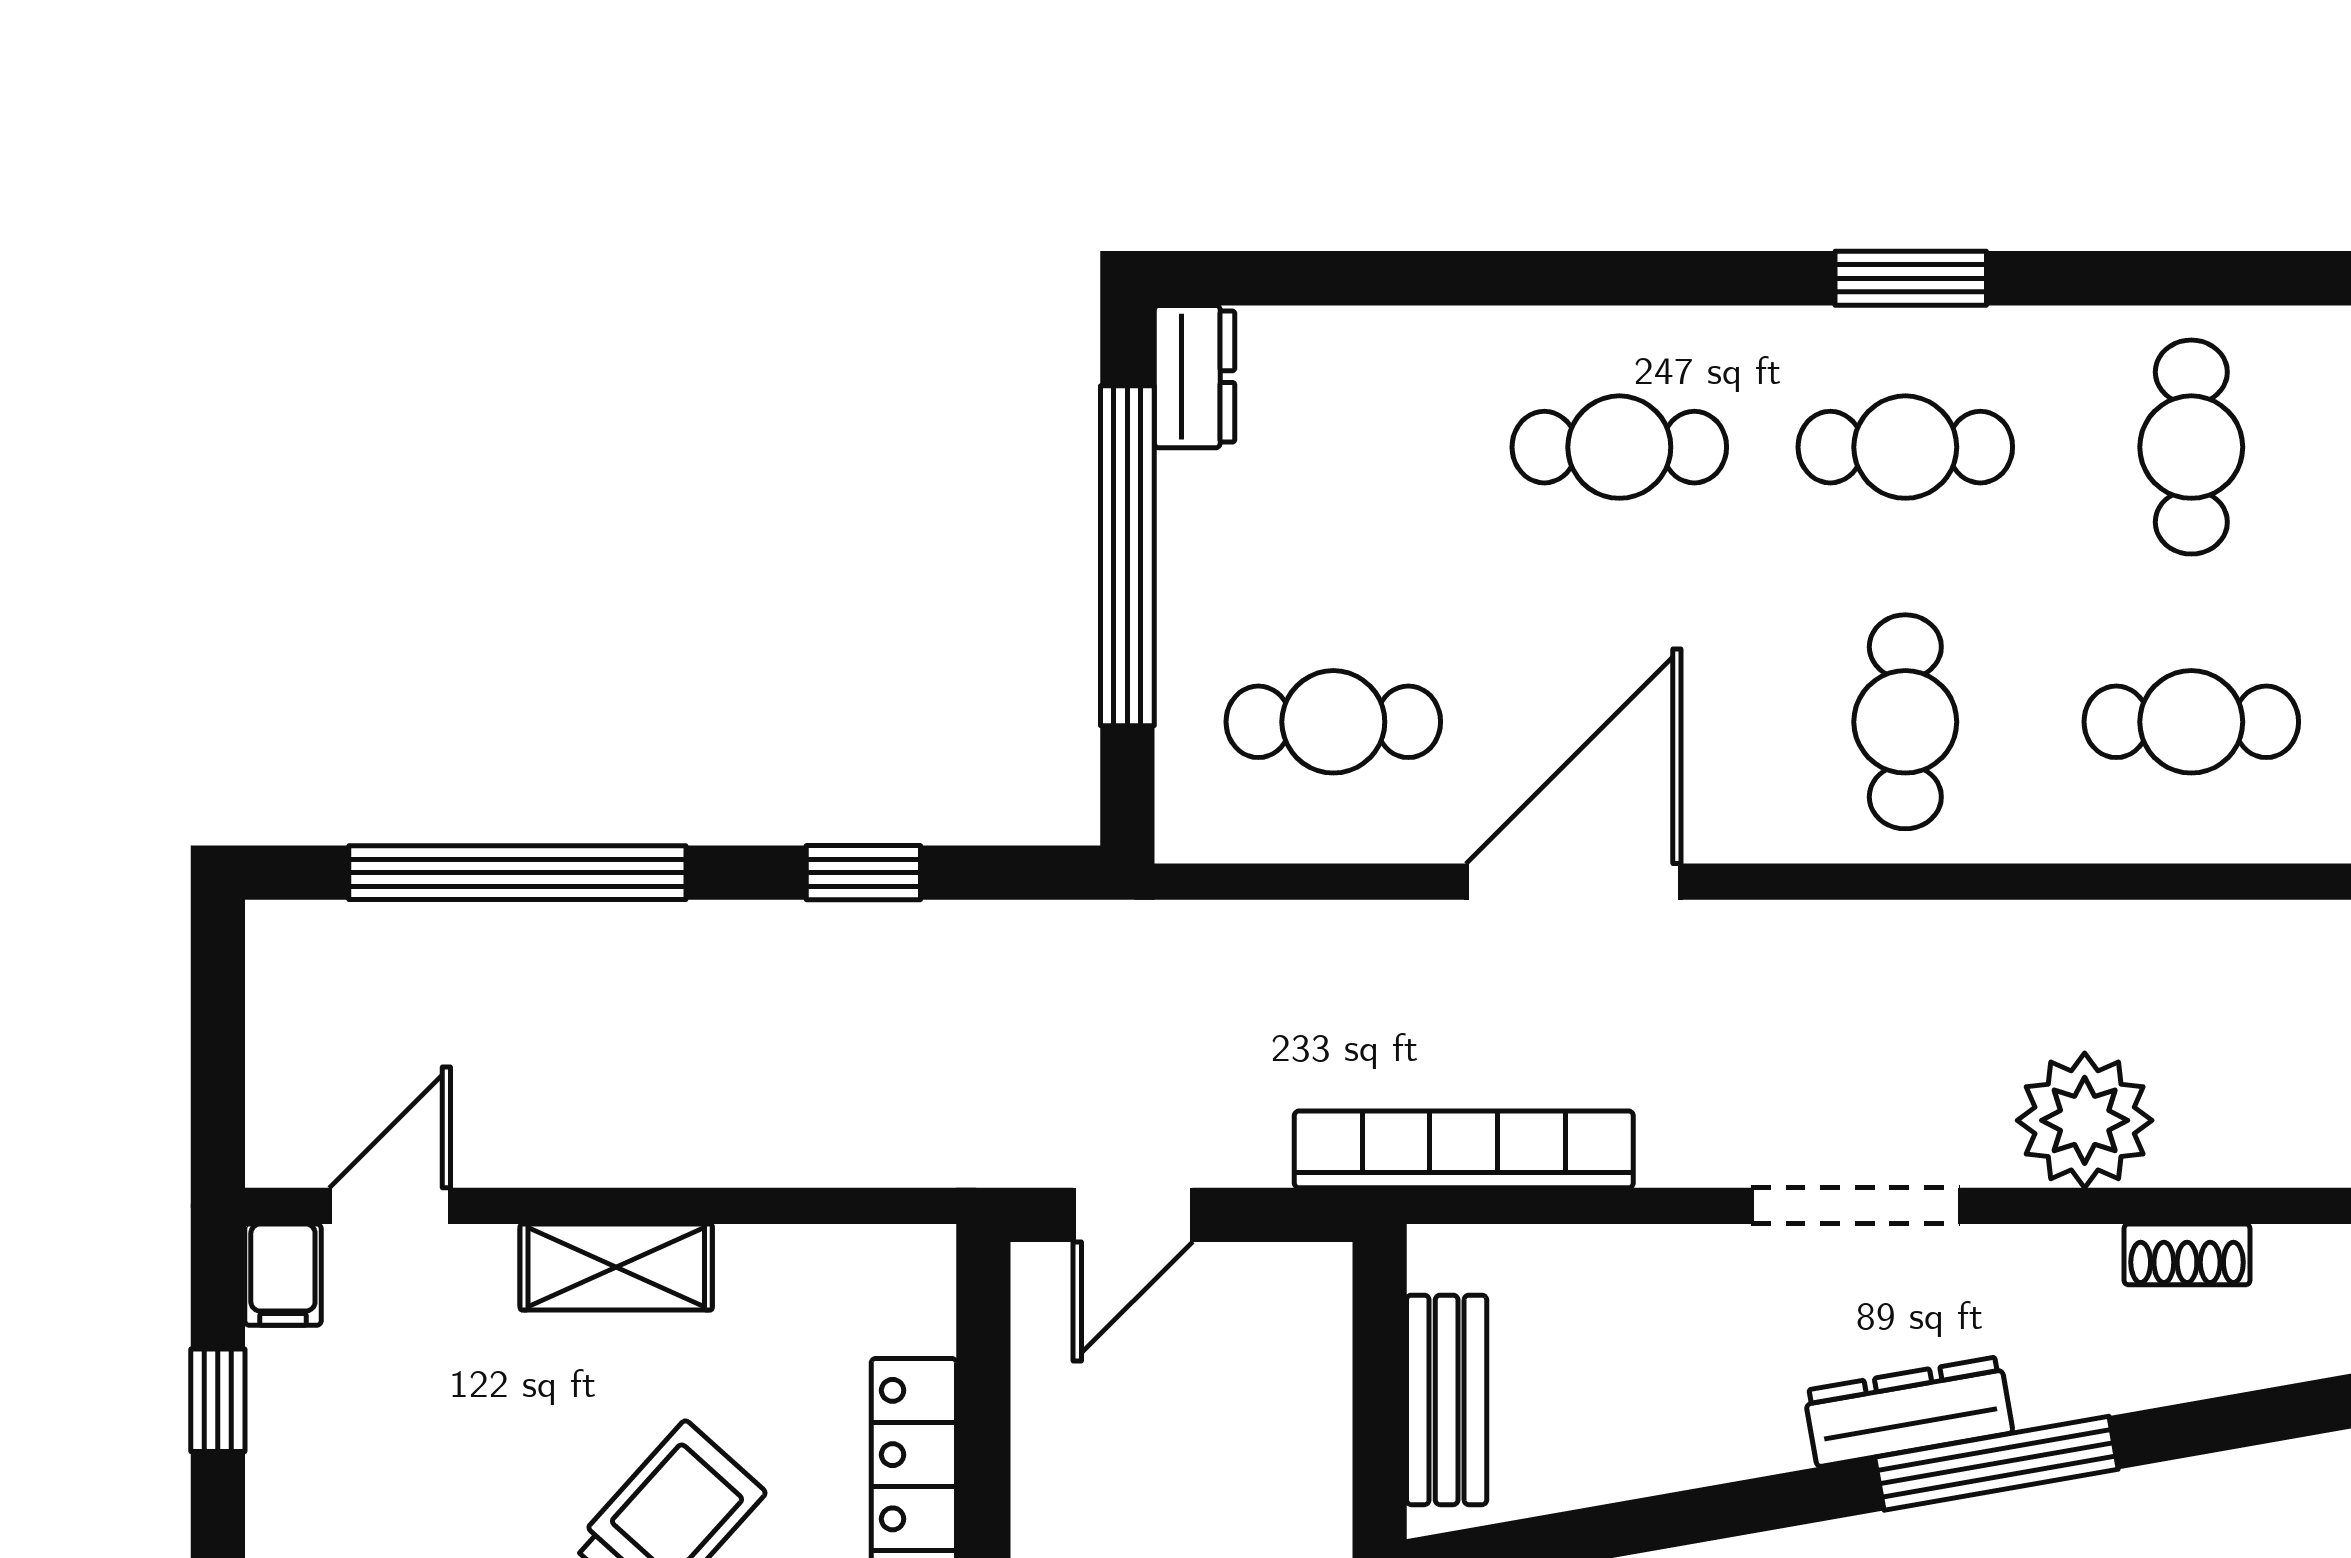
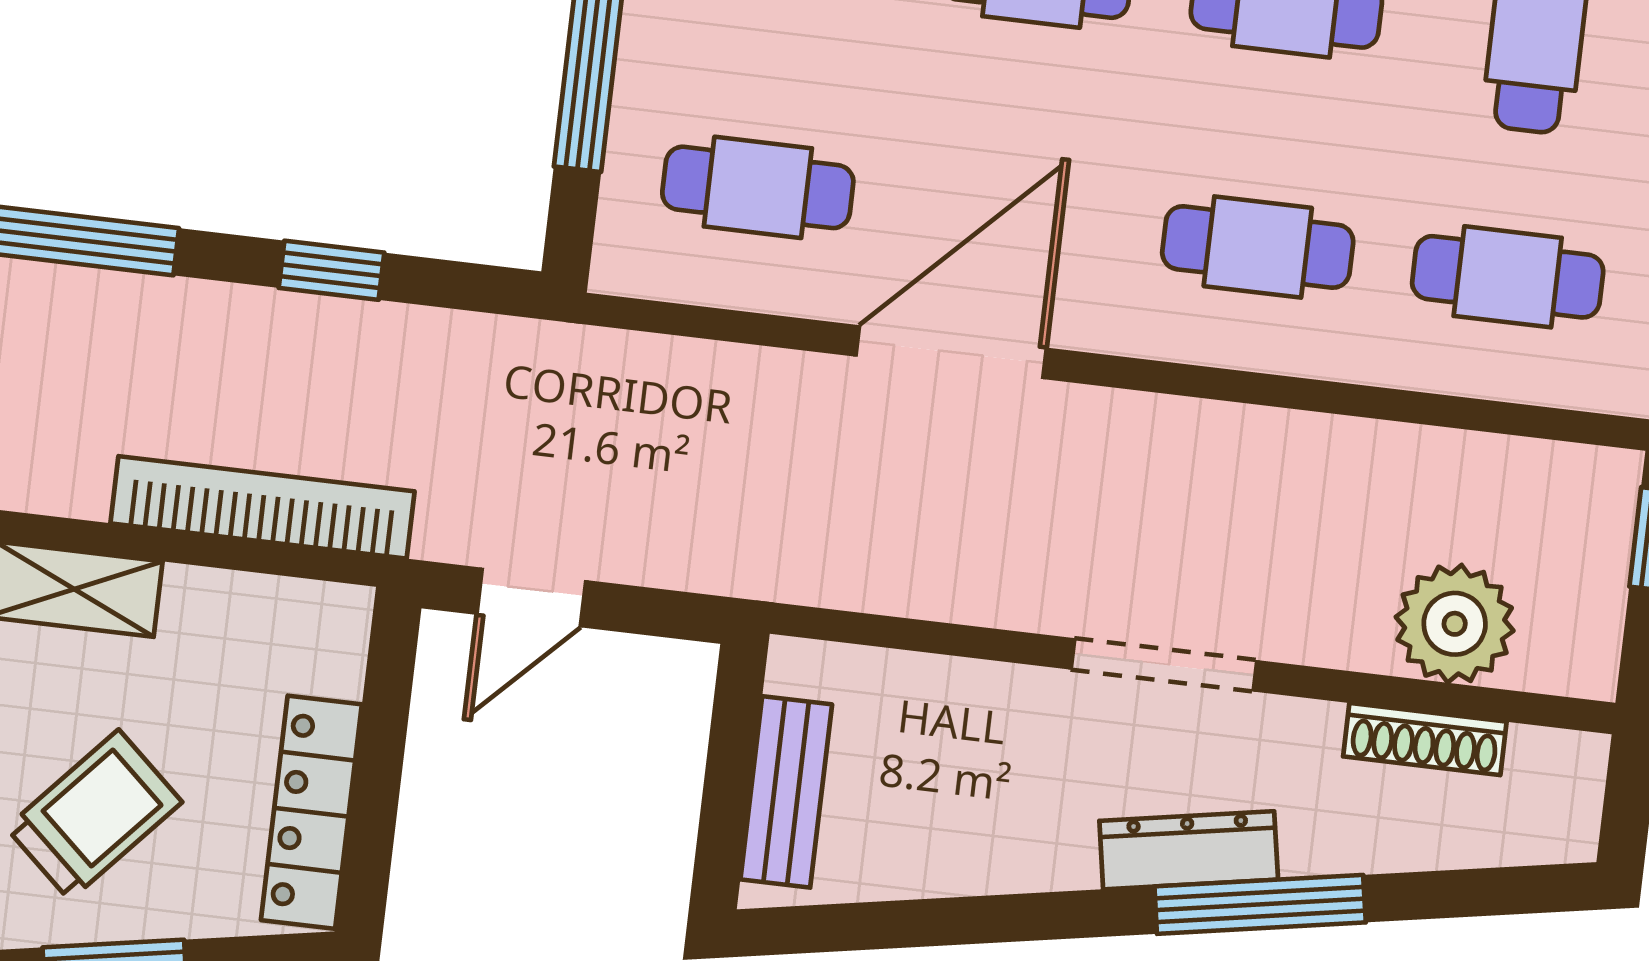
cafe table: (1905, 722) -> (1258, 247), turned 90
plant: (2085, 1120) -> (1455, 624), moved
bookcase: (1464, 1149) -> (263, 507), moved
shoe rack: (2187, 1254) -> (1425, 739), width x1.43

